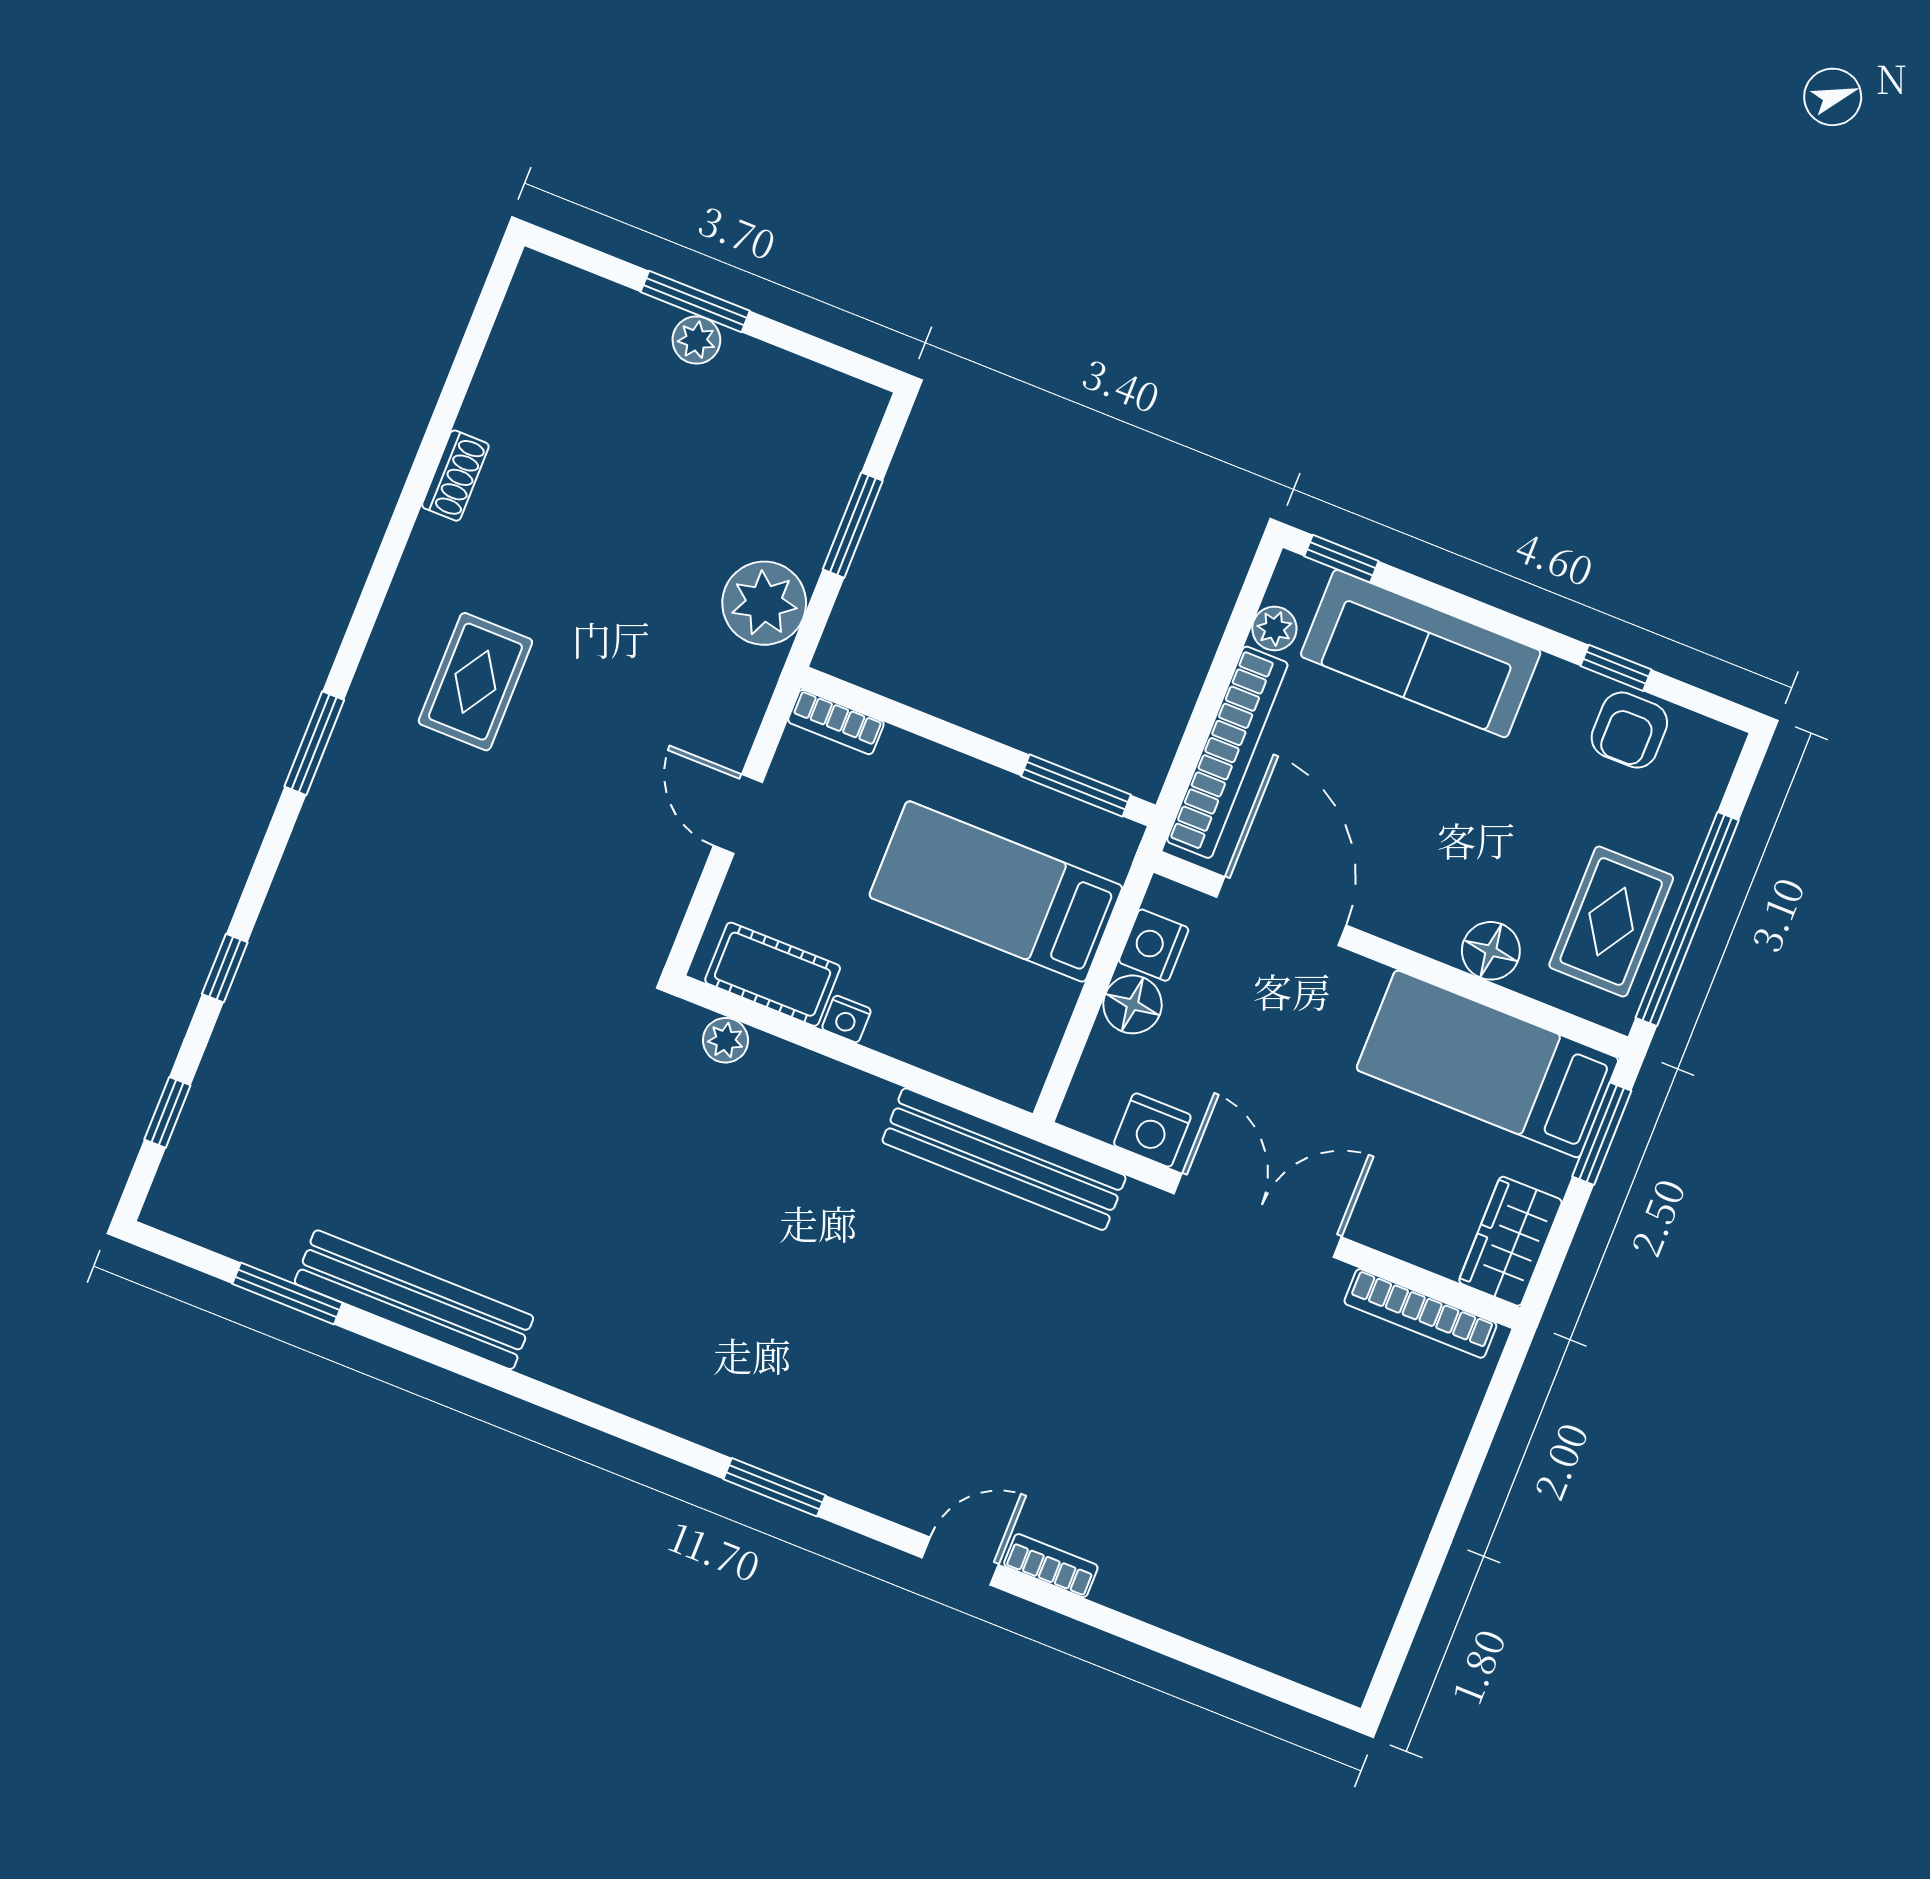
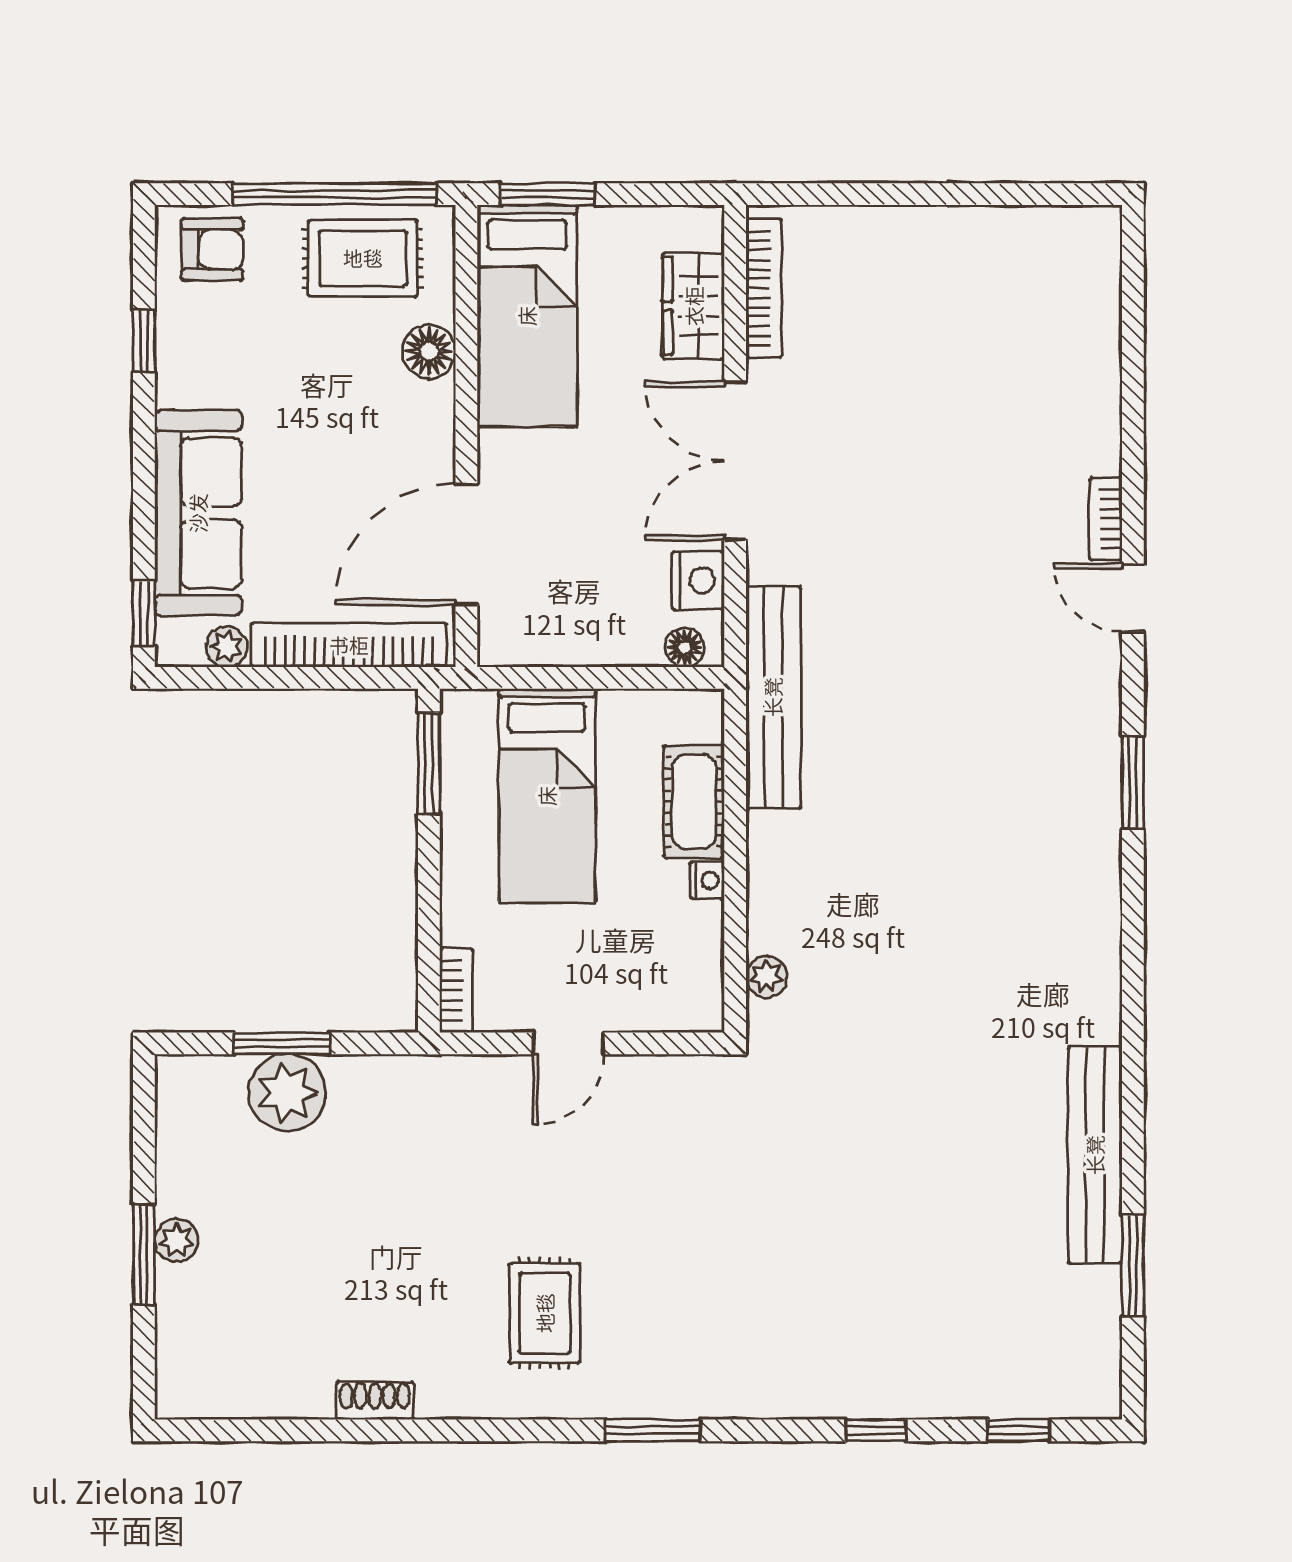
plant: (764, 603) -> (287, 1093), moved
rug: (475, 682) -> (545, 1313), turned 90
armchair: (1629, 730) -> (212, 250), moved
nightstand: (1154, 945) -> (539, 642), removed
cot: (773, 974) -> (694, 802), moved
floor lamp: (1132, 1004) -> (685, 647), moved, width x0.73, depth x0.73
wardrobe: (1510, 1241) -> (694, 306), moved, turned 90

